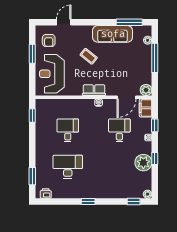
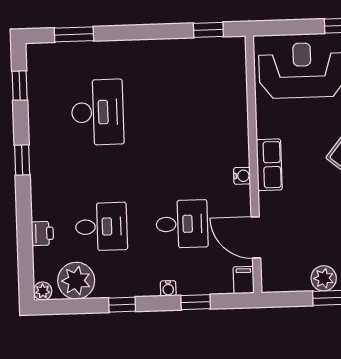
plant: (146, 90) -> (324, 278), moved
filing cabinet: (146, 108) -> (244, 280), width x0.50
desk: (68, 130) -> (101, 227), moved
plant: (143, 163) -> (76, 281), moved
printer: (46, 193) -> (42, 233), moved
window: (134, 201) -> (20, 86), moved

